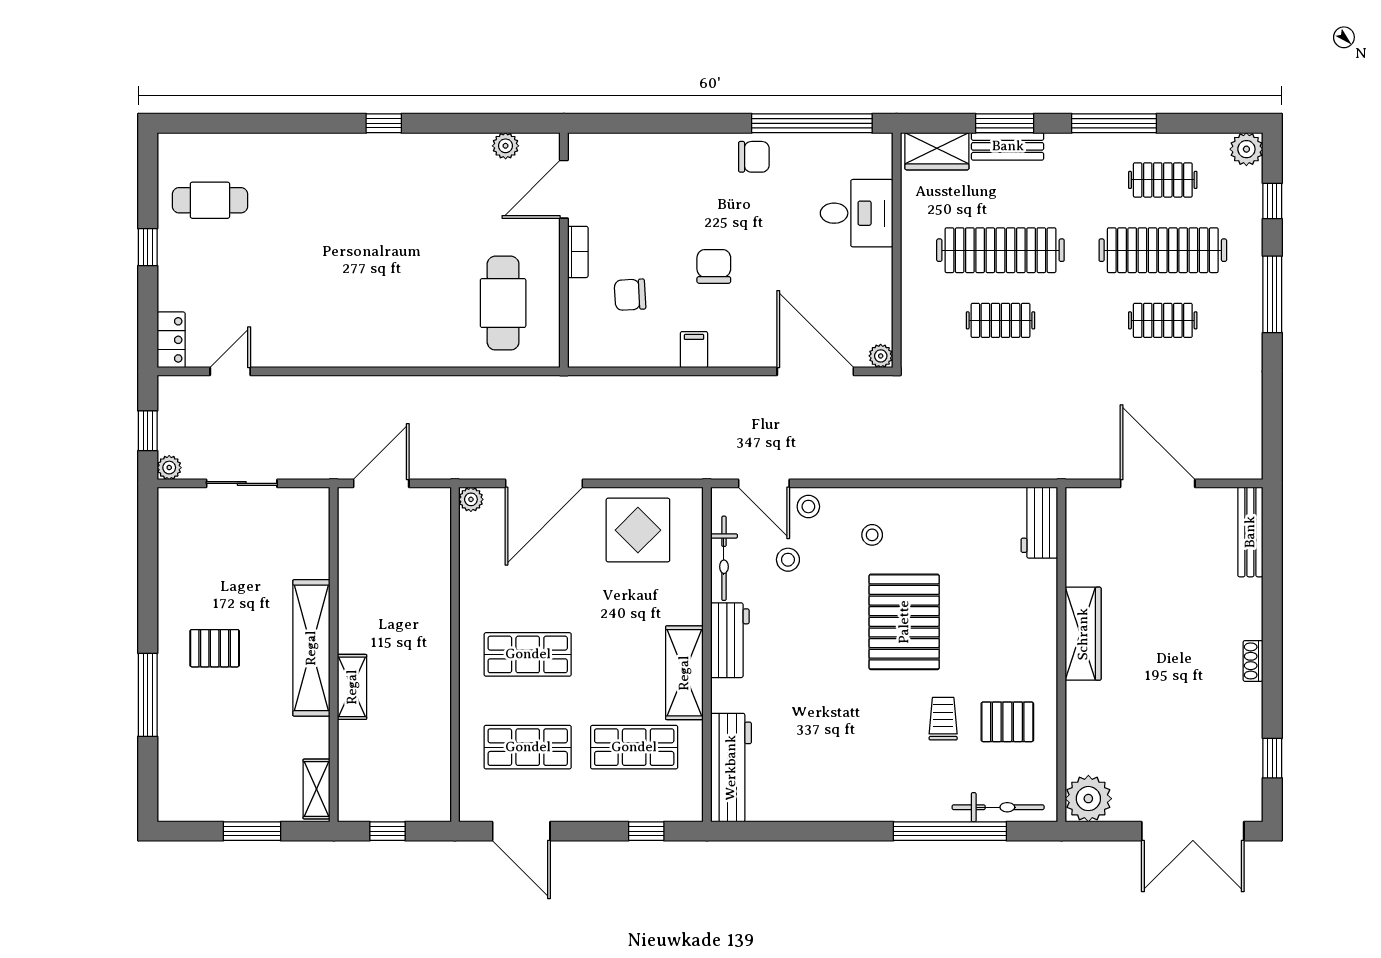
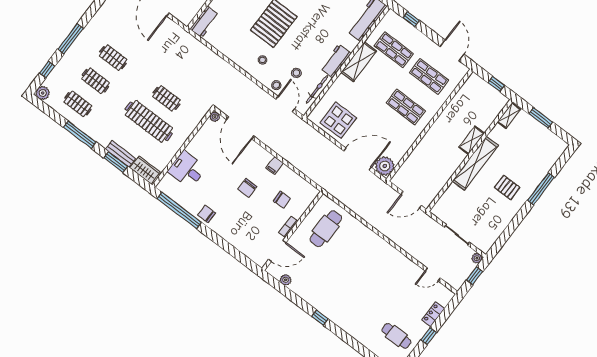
clothes rail: (1163, 250) -> (96, 81), width x0.54, depth x0.76
locker: (171, 340) -> (433, 314), moved
plant: (471, 499) -> (385, 166), width x1.88, depth x1.88

